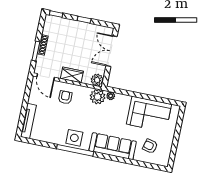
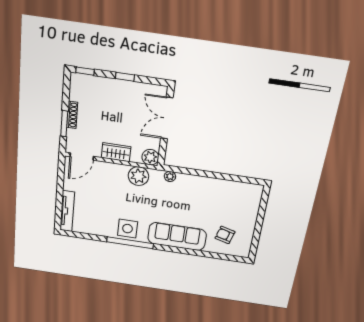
door: (46, 77) -> (82, 157), hinge flipped
armchair: (65, 97) -> (110, 181), removed
plant: (98, 97) -> (138, 176), moved
corner sofa: (149, 114) -> (222, 197), removed

